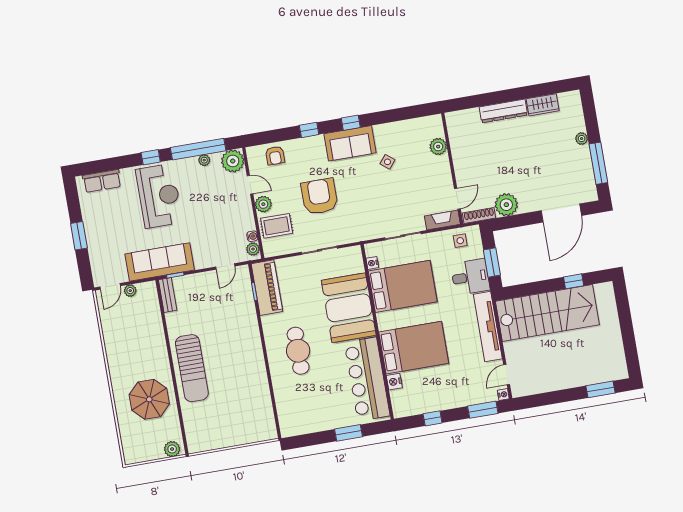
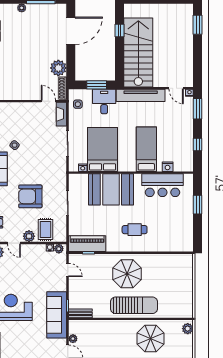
plant: (438, 147) -> (10, 108), removed
door: (250, 185) -> (14, 243), swing flipped
door: (561, 213) -> (71, 31), hinge flipped
bed: (414, 348) -> (146, 149), width x0.67
parasol: (234, 351) -> (127, 274), added
cafe table: (298, 351) -> (135, 230), width x0.73, depth x0.74
bar counter: (367, 379) -> (162, 185), width x0.73

